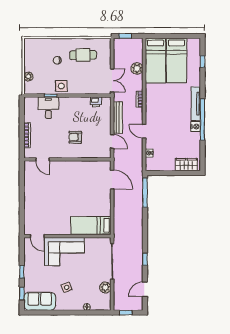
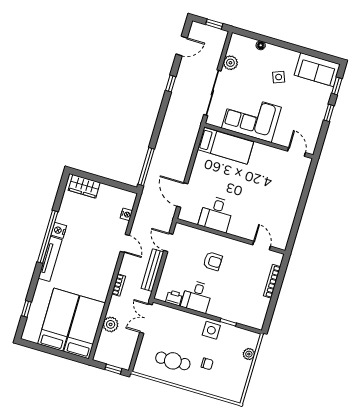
desk: (48, 108) -> (197, 297), moved
desk: (83, 173) -> (216, 214), added
corner sofa: (64, 252) -> (251, 118), moved

